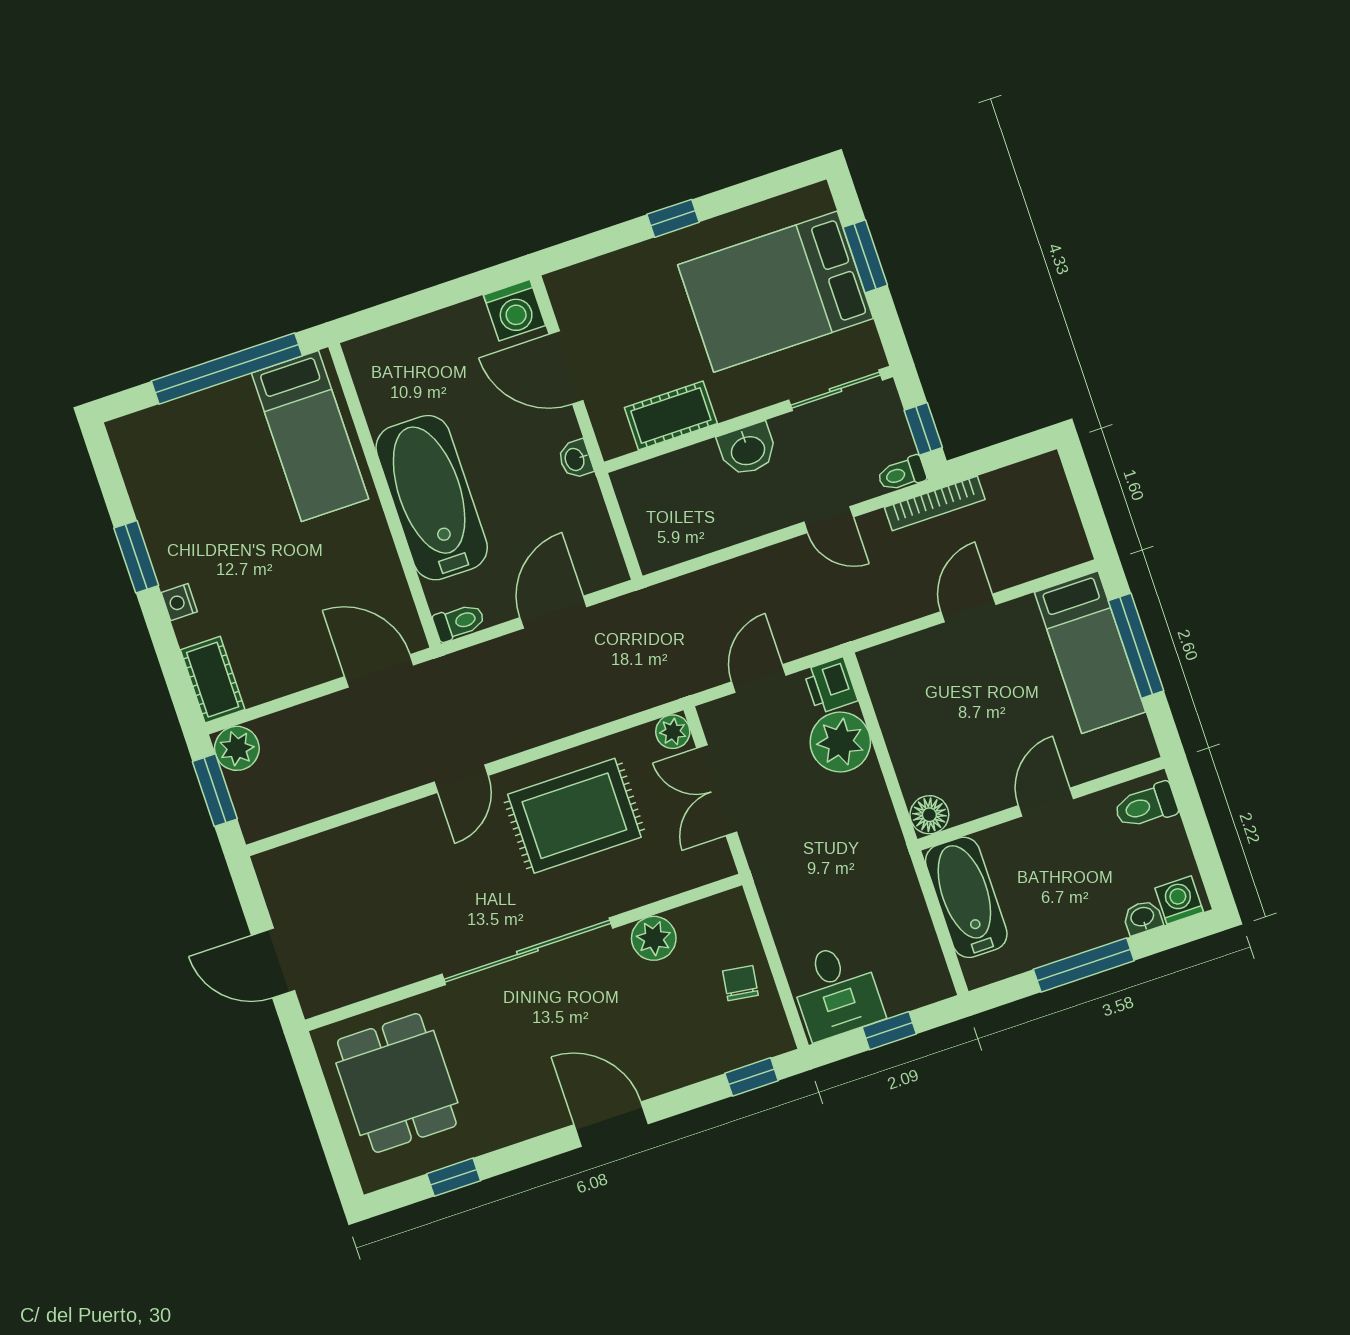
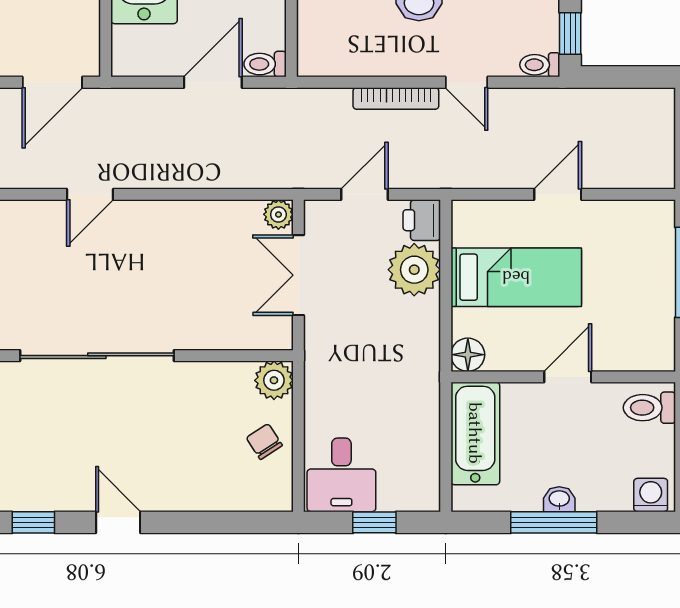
bookcase: (935, 503) -> (396, 98), moved
toilet: (459, 622) -> (265, 64), moved, turned 180
bed: (1090, 652) -> (516, 277), moved, turned -90
door: (379, 671) -> (52, 82), swing flipped
rug: (574, 816) -> (174, 257), removed
washbasin: (1143, 917) -> (559, 499), moved
plant: (654, 938) -> (274, 380), moved
chair: (740, 983) -> (264, 442), turned -41
window: (752, 1077) -> (33, 522), moved
door: (611, 1124) -> (118, 522), width x0.73

